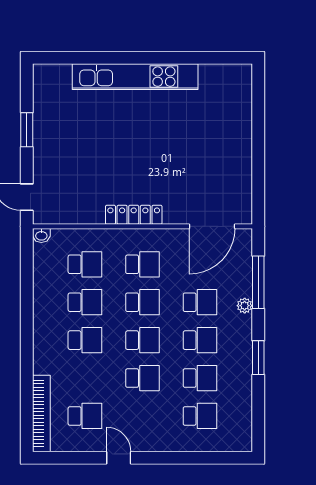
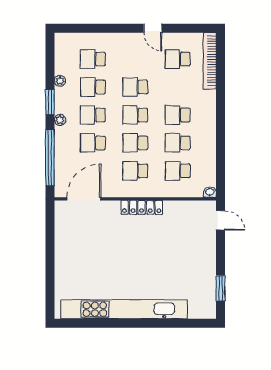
kitchen unit: (135, 77) -> (124, 309), width x1.36
window: (27, 130) -> (221, 288), moved
window: (258, 282) -> (50, 158), width x1.46
plant: (245, 306) -> (60, 120), moved
plant: (245, 386) -> (60, 81), added

